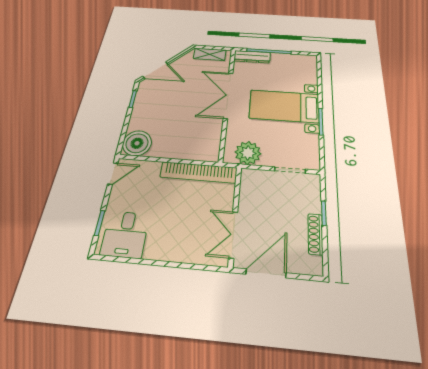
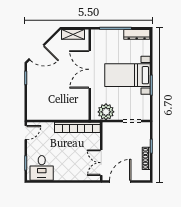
dresser: (252, 57) -> (137, 34), moved
boiler: (137, 143) -> (36, 111), removed

